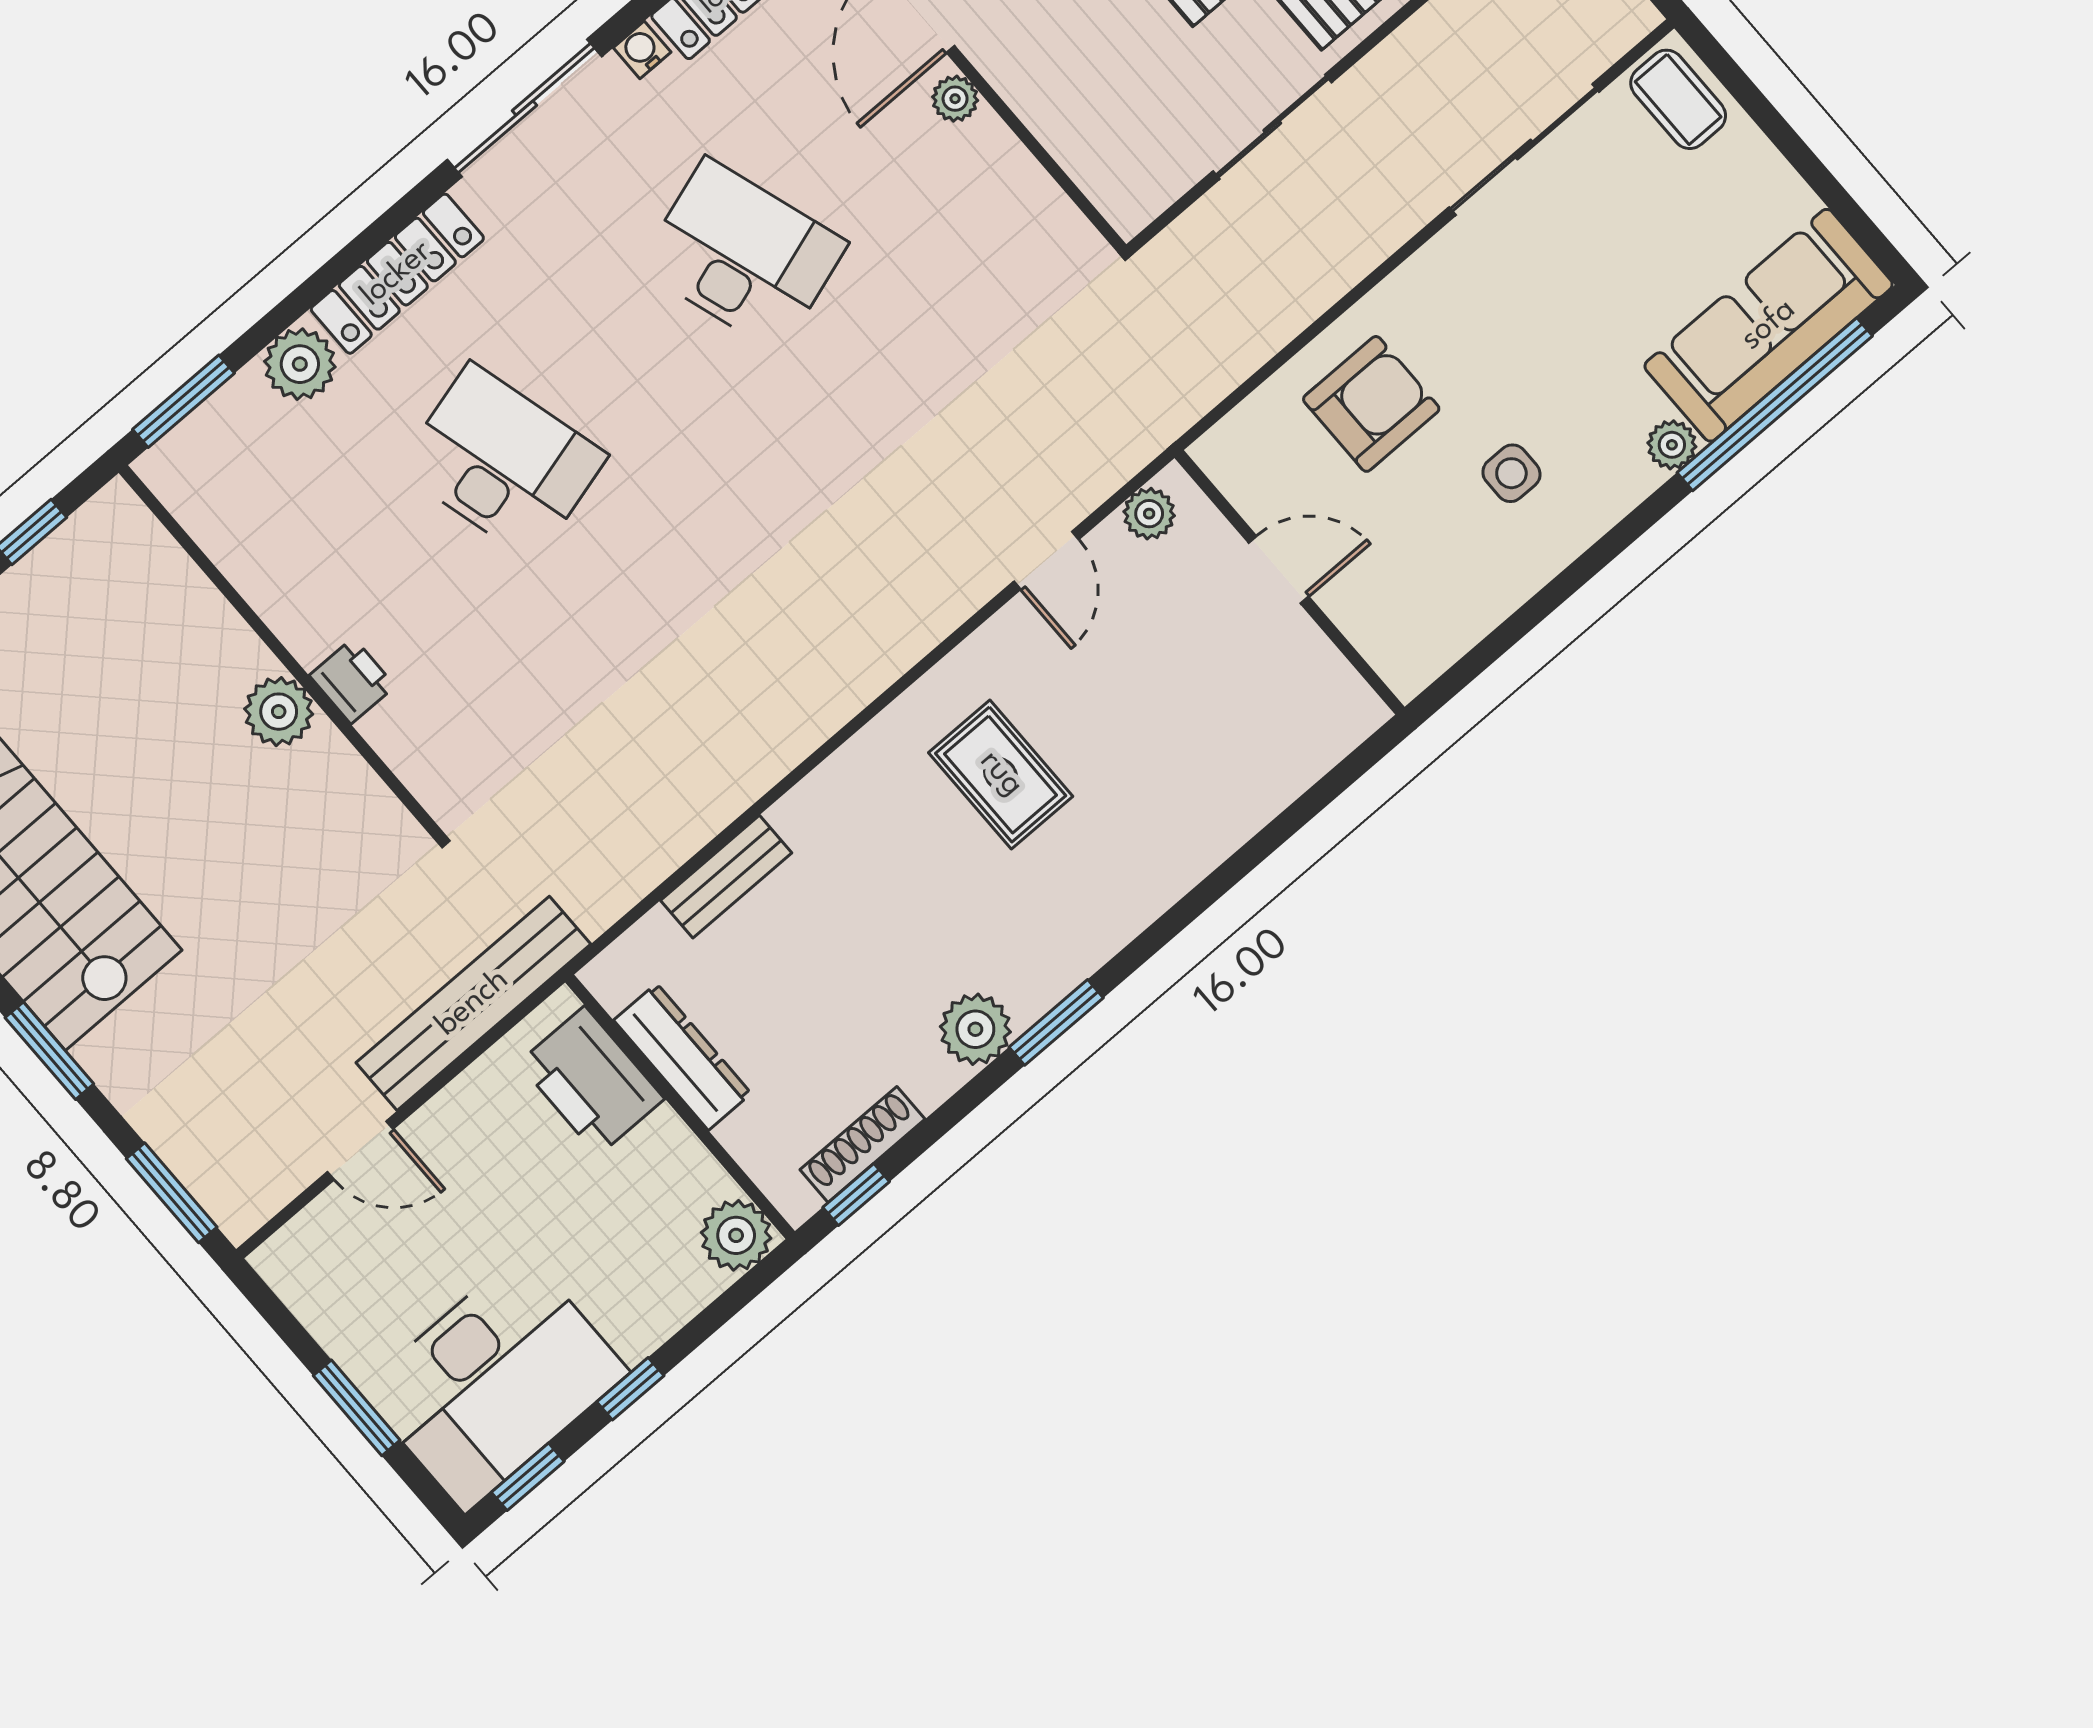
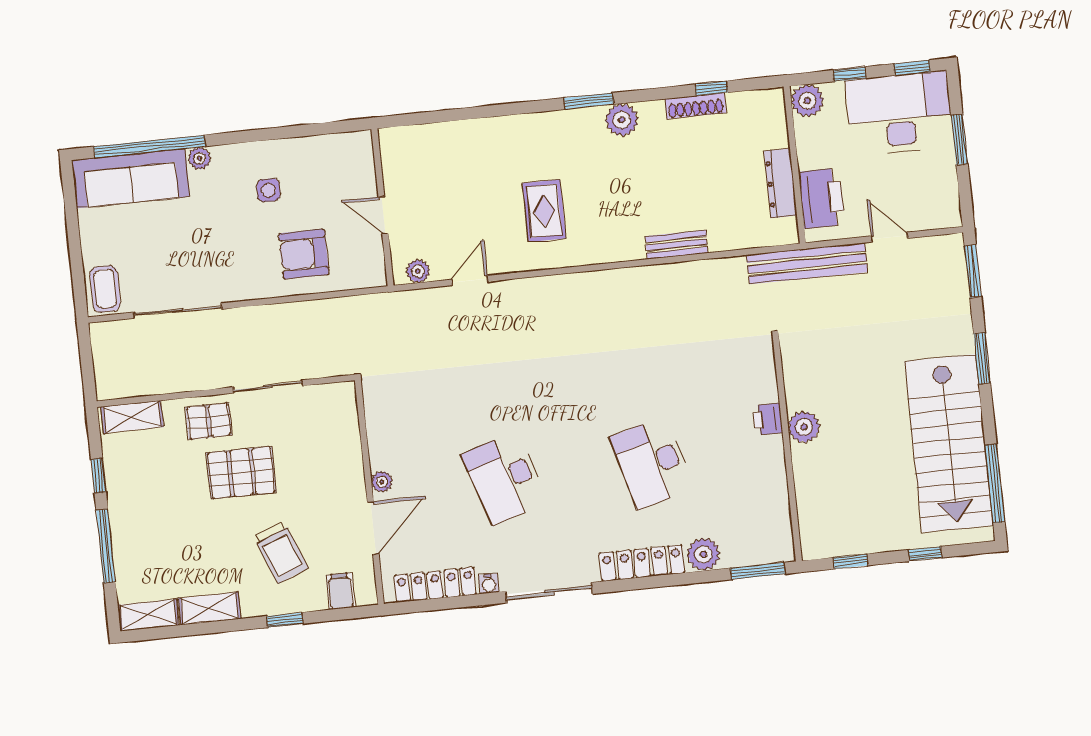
dresser: (682, 1057) -> (780, 183), moved
printer: (591, 1081) -> (822, 198), moved
wall: (680, 1107) -> (795, 165), moved
plant: (736, 1235) -> (807, 101), moved

